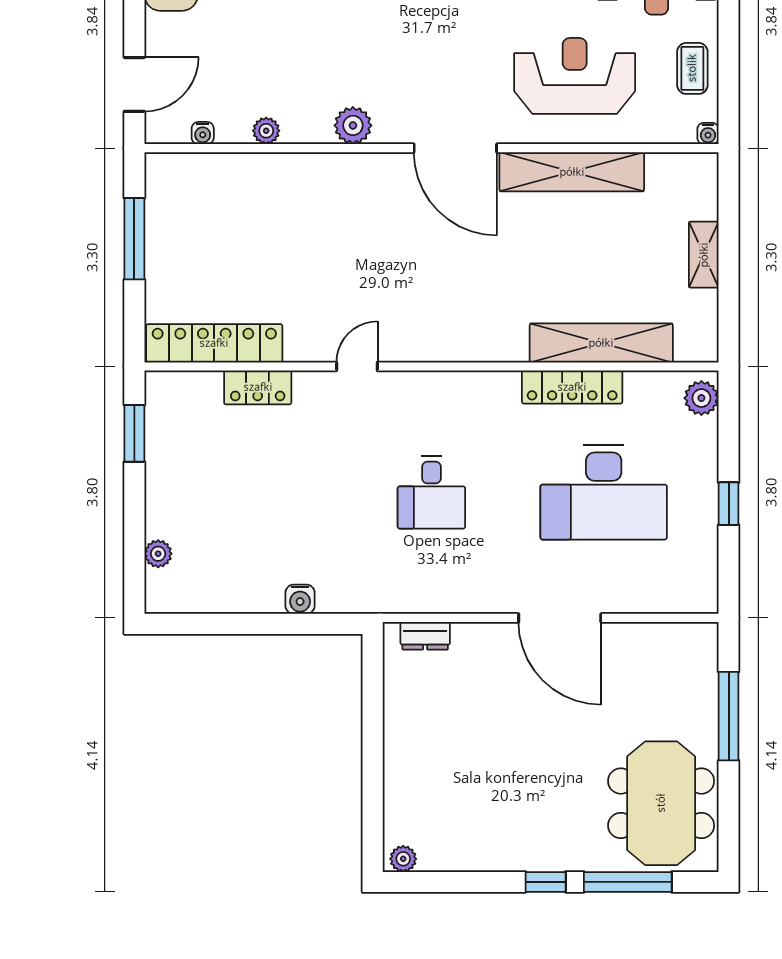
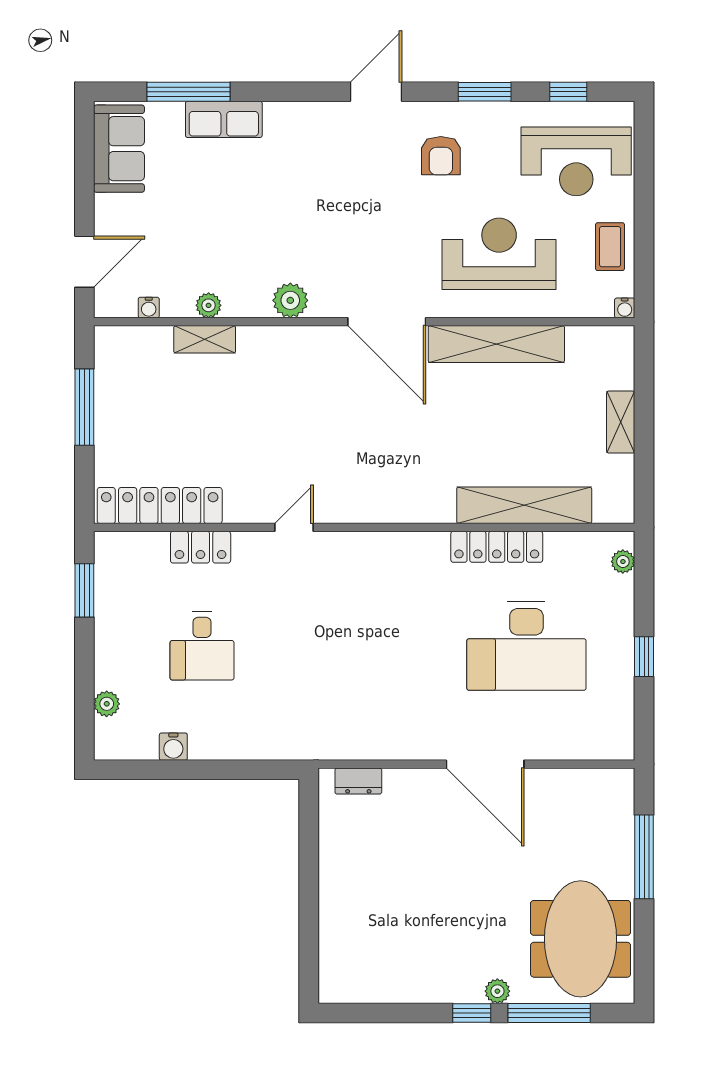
shelving: (262, 167) -> (205, 339), added
plant: (701, 398) -> (623, 562), width x0.73, depth x0.73
desk: (431, 492) -> (202, 646), moved
water cooler: (300, 599) -> (173, 747), moved
plant: (403, 859) -> (497, 991), moved

